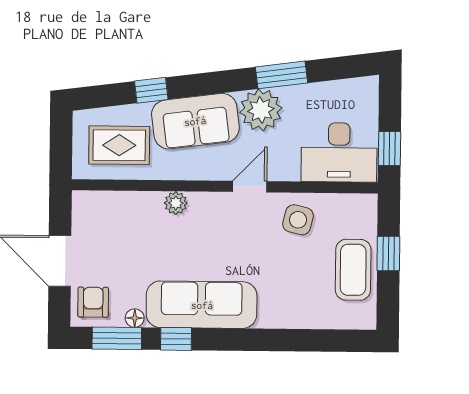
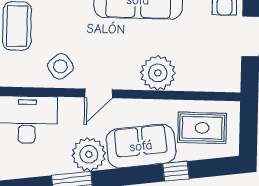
plant: (176, 203) -> (158, 73), width x1.88, depth x1.88
side table: (298, 220) -> (60, 66), turned 37

